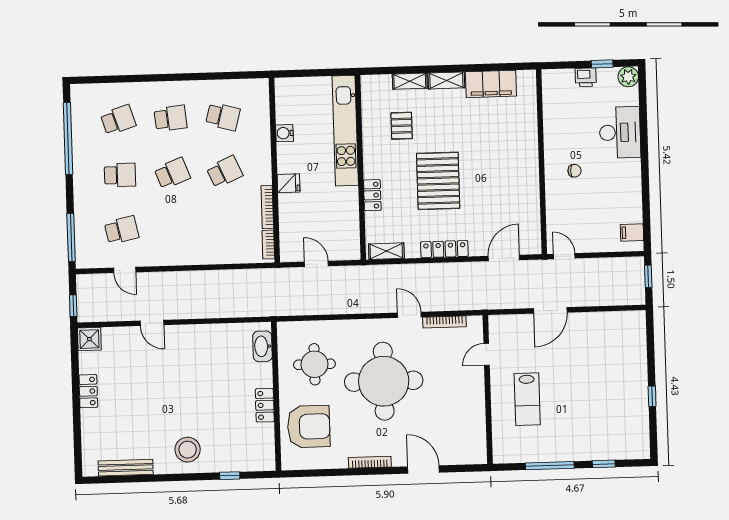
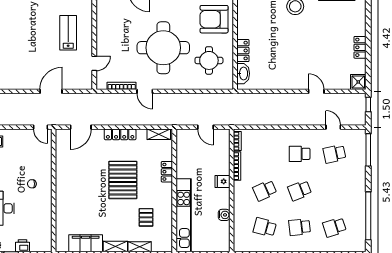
school desk: (120, 175) -> (300, 154), moved
locker: (265, 405) -> (243, 51), moved

